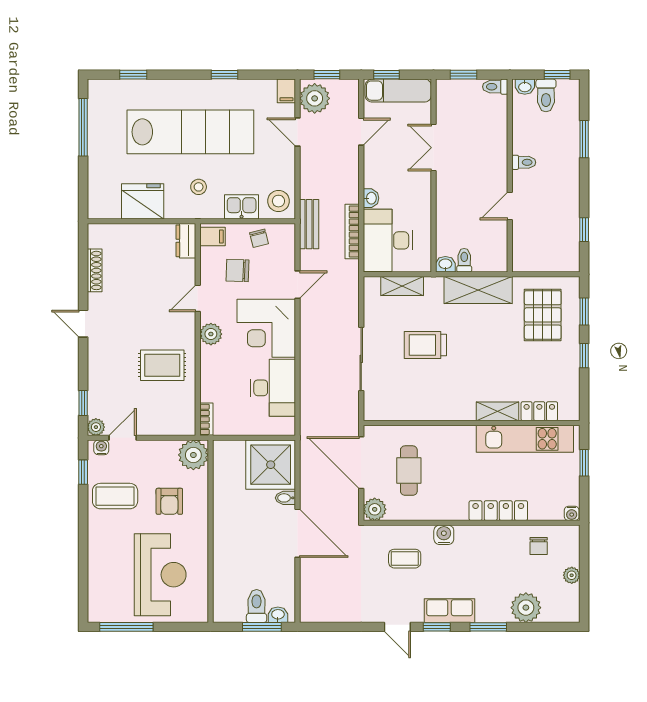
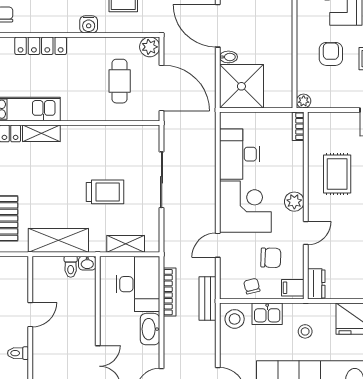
washbasin: (371, 198) -> (150, 329), width x1.91, depth x1.45
rug: (162, 365) -> (337, 174), turned 90
plant: (193, 455) -> (304, 101), width x0.53, depth x0.53

